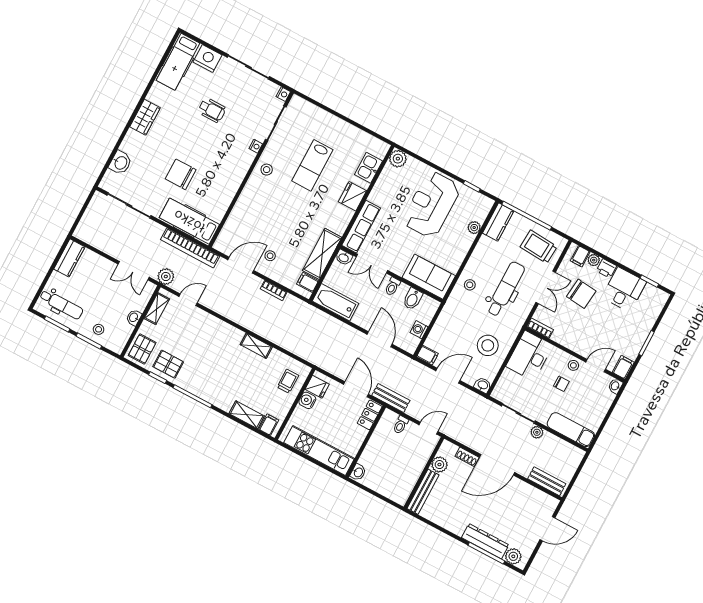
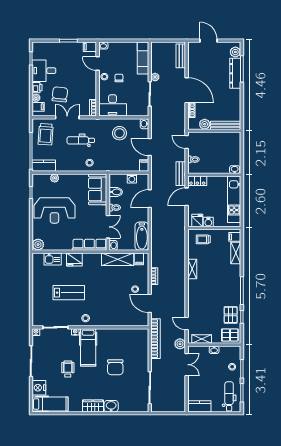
washbasin: (120, 163) -> (111, 406), moved
hospital bed: (189, 221) -> (88, 347), moved
dental chair: (506, 289) -> (81, 140), width x0.73, depth x0.72

